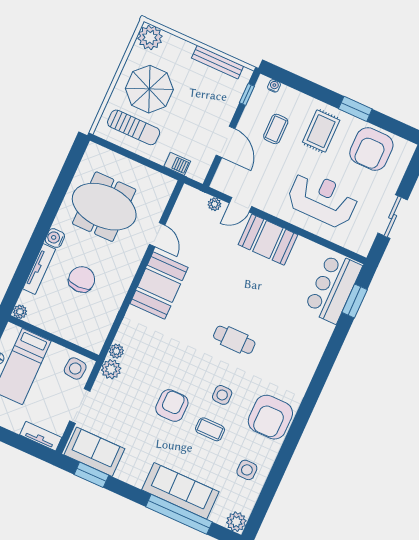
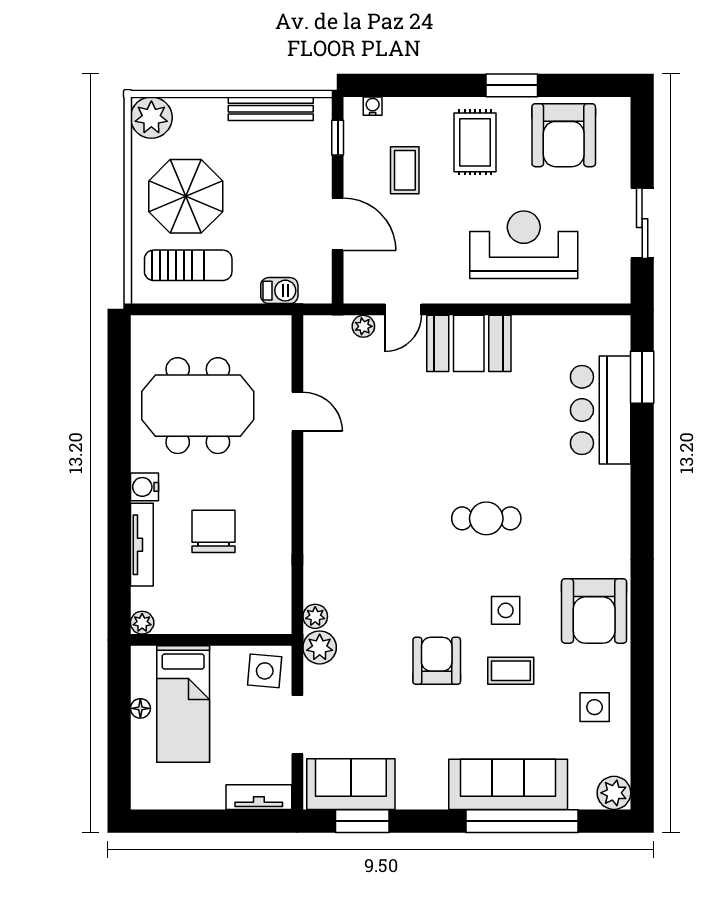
booth: (159, 285) -> (335, 488), removed
bar counter: (333, 288) -> (601, 410), moved

